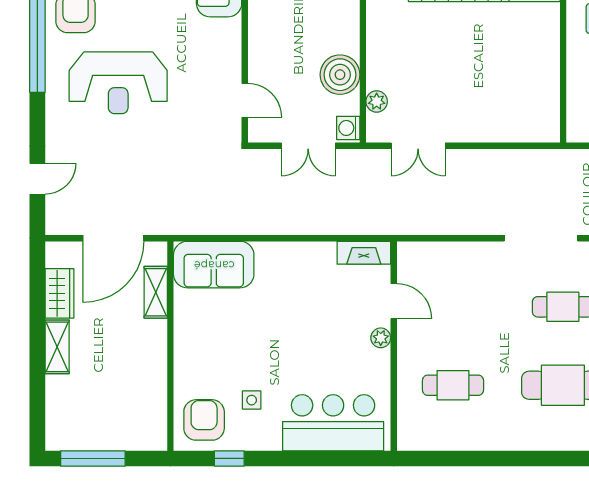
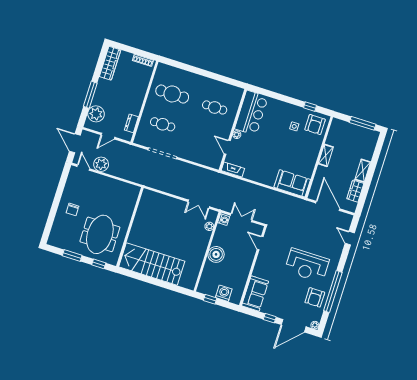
boiler: (340, 75) -> (216, 254), moved
reception desk: (118, 83) -> (307, 265), turned 180
double door: (418, 146) -> (199, 204), swing flipped
door: (37, 179) -> (350, 238), hinge flipped
door: (113, 238) -> (328, 206), hinge flipped
shelving: (156, 292) -> (326, 155), moved
bar counter: (333, 423) -> (251, 113), moved, turned -90

